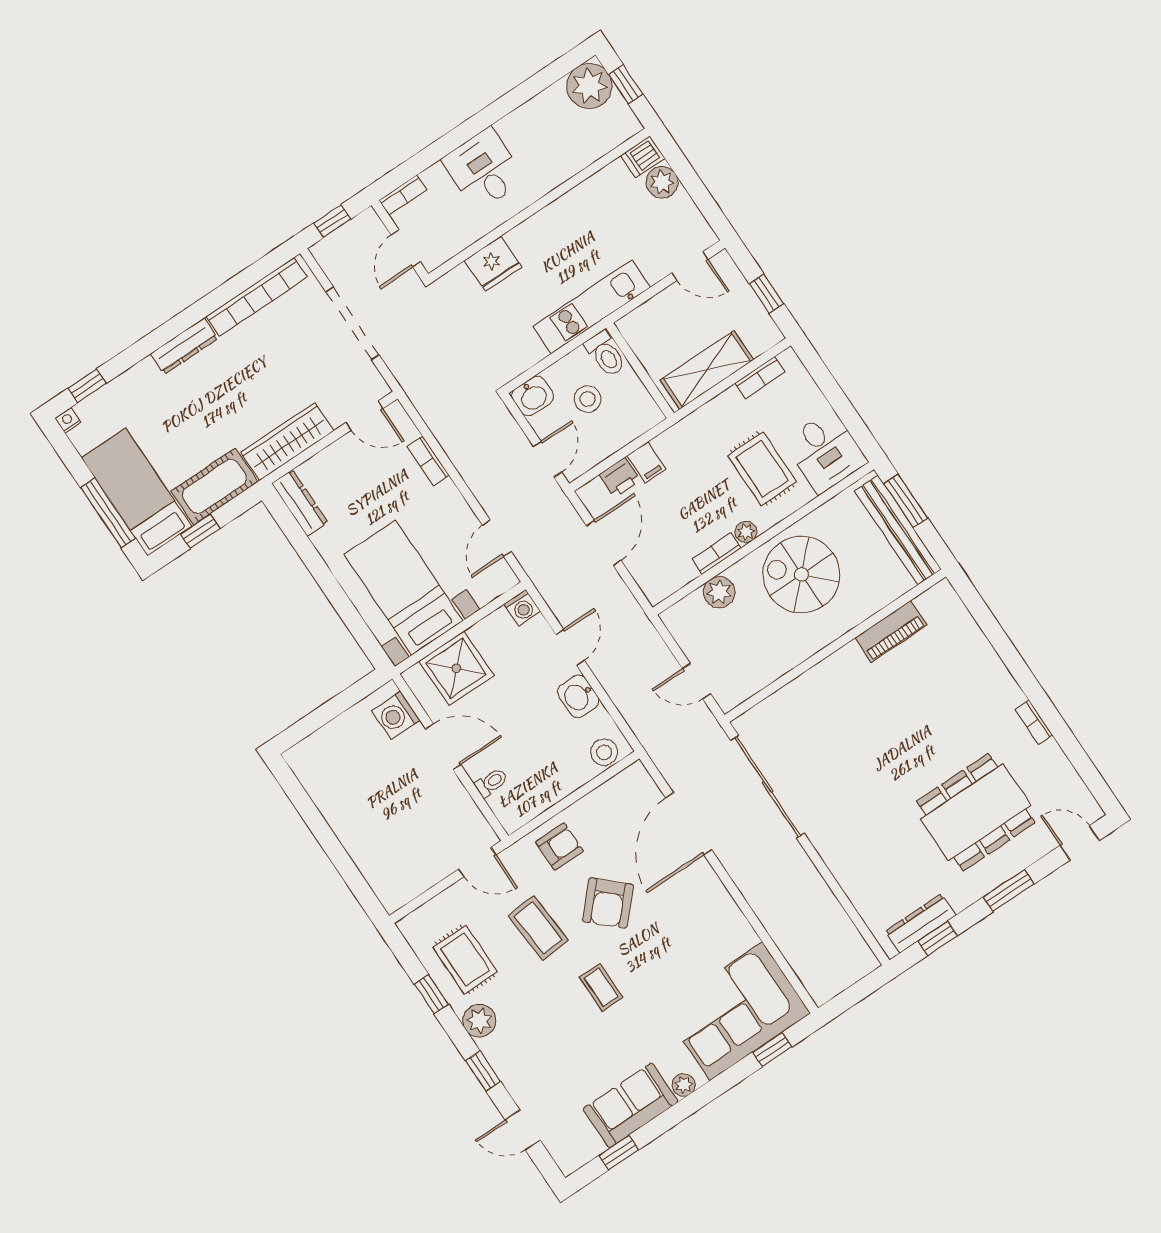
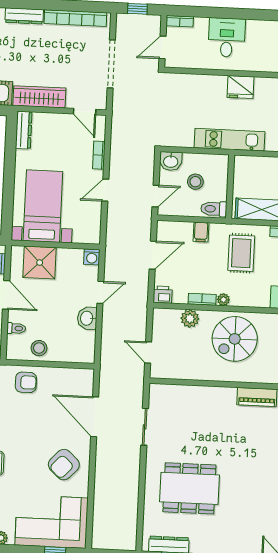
fridge: (493, 264) -> (241, 87), moved
toilet: (605, 354) -> (214, 209), moved, turned 90
rug: (762, 469) -> (241, 253), moved
printer: (620, 477) -> (163, 295), moved, turned 180
door: (497, 538) -> (105, 190), moved
spiral stairs: (801, 574) -> (235, 339), turned -90
stool: (604, 752) -> (39, 348), moved
sliding door: (767, 787) -> (145, 427), width x0.54
dining table: (976, 812) -> (189, 488), moved
door: (689, 824) -> (95, 417), hinge flipped
armchair: (608, 903) -> (64, 465), moved

